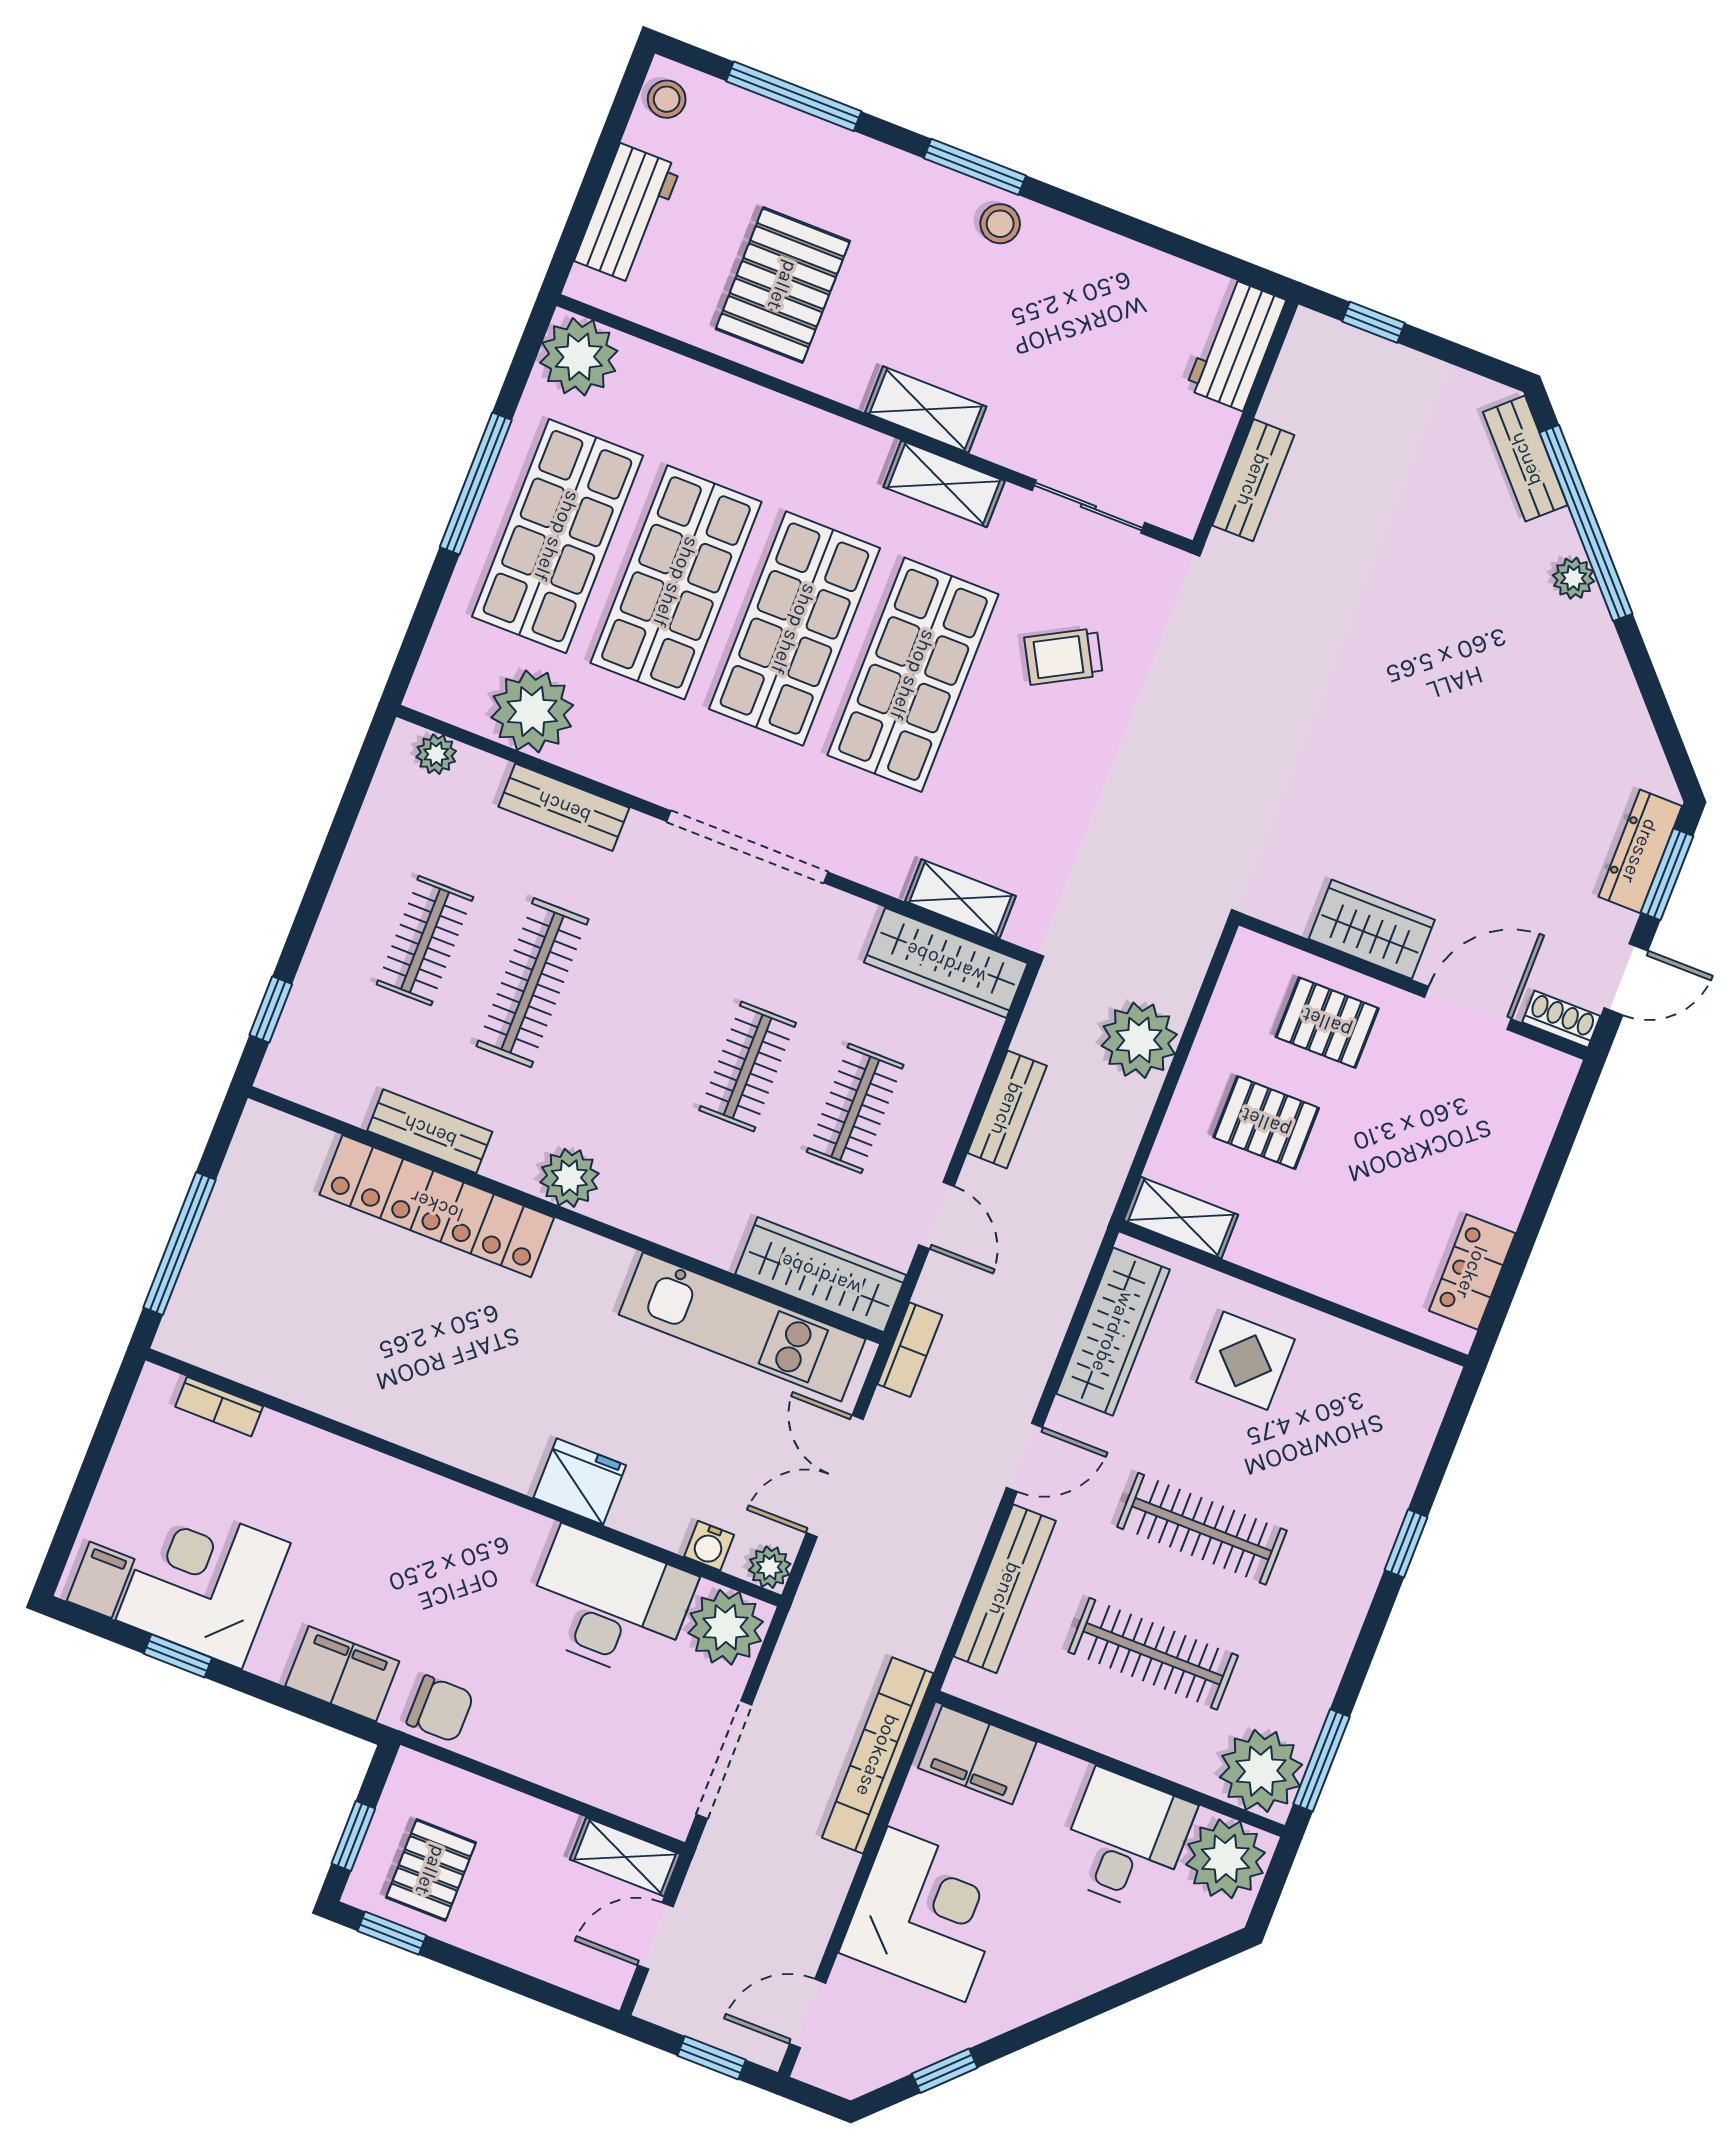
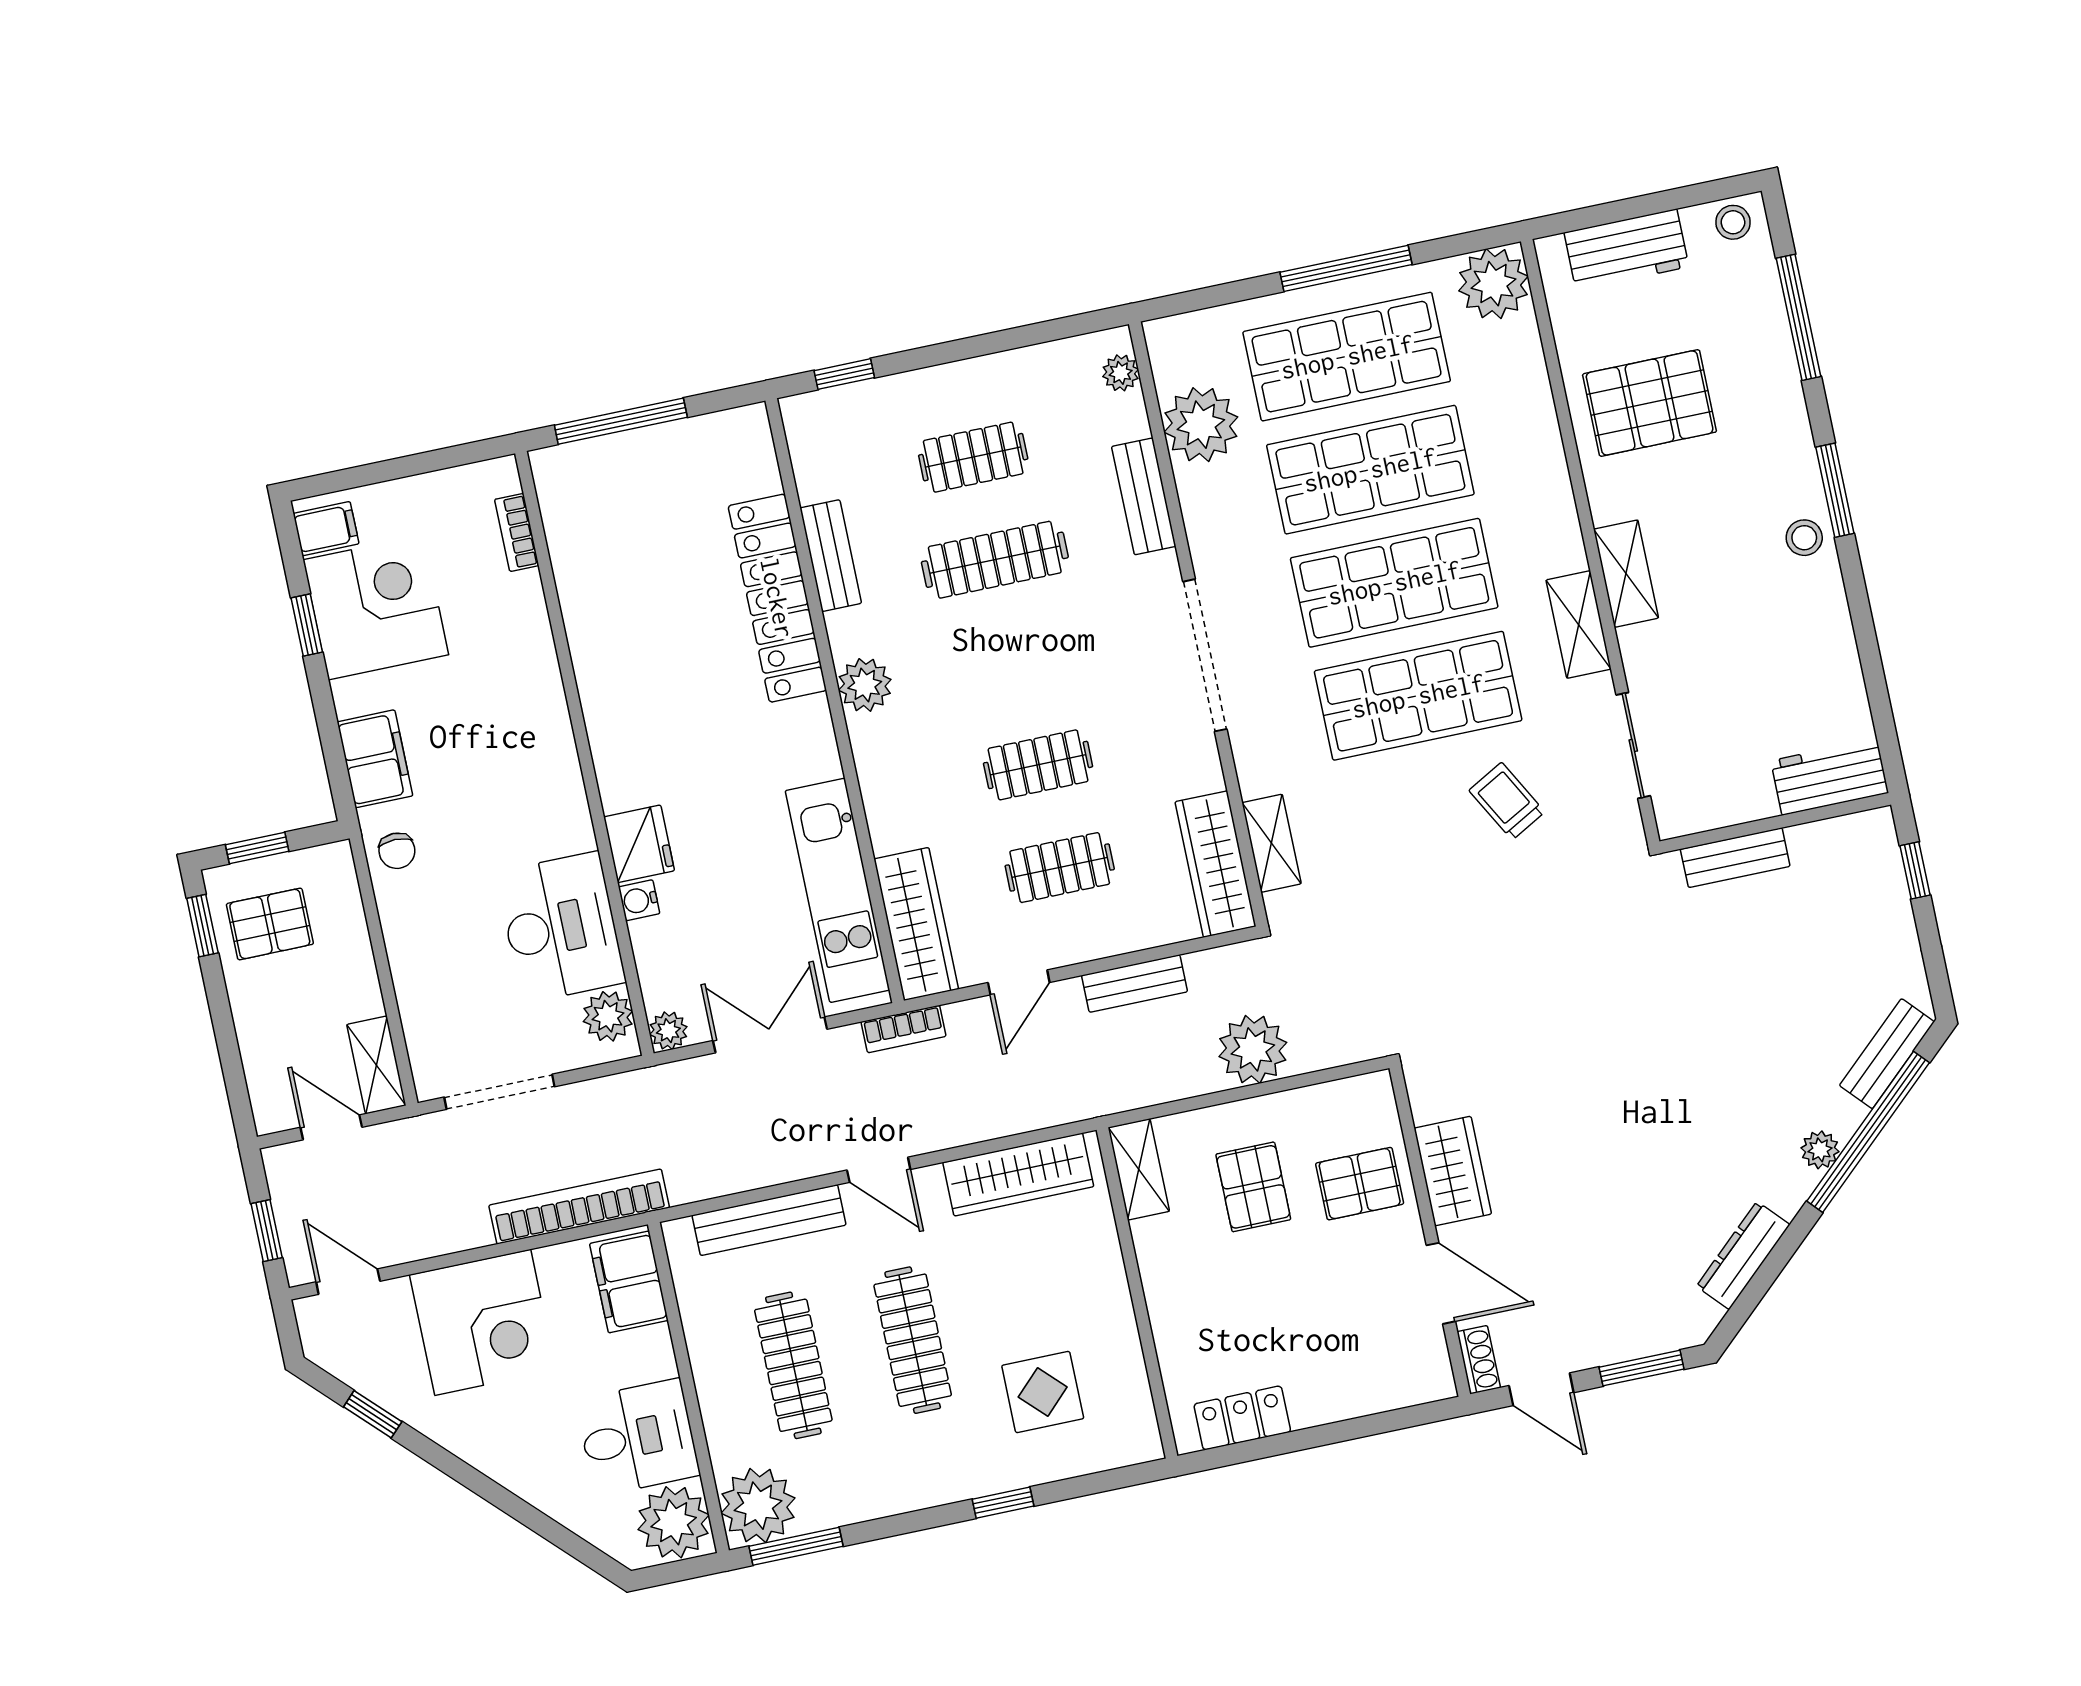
dresser: (1640, 851) -> (1743, 1255), moved, turned -43
pallet: (1327, 1023) -> (1360, 1184), turned 90
display table: (1245, 1361) -> (1043, 1392), moved
water cooler: (709, 1546) -> (639, 900), moved
plant: (726, 1627) -> (608, 1016), width x0.73, depth x0.73
chair: (440, 1709) -> (397, 851), width x0.73, depth x0.73

